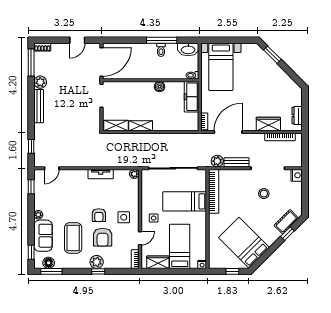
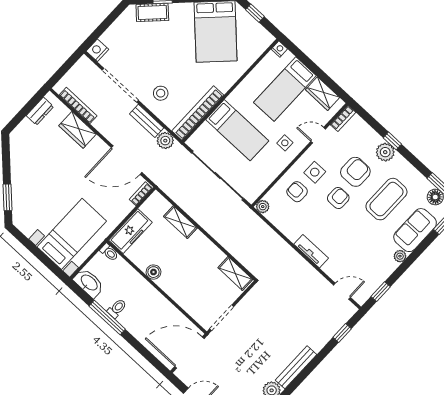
shelving: (141, 126) -> (180, 222), moved
tv unit: (101, 174) -> (311, 251), moved
stool: (264, 194) -> (161, 93), moved
armchair: (123, 198) -> (297, 192), added

